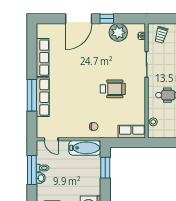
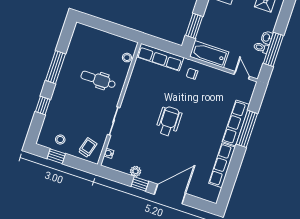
plant: (118, 32) -> (135, 171), width x0.53, depth x0.53
wheelchair: (113, 89) -> (169, 121), moved, turned 90
row of seats: (132, 132) -> (160, 57), width x1.48

